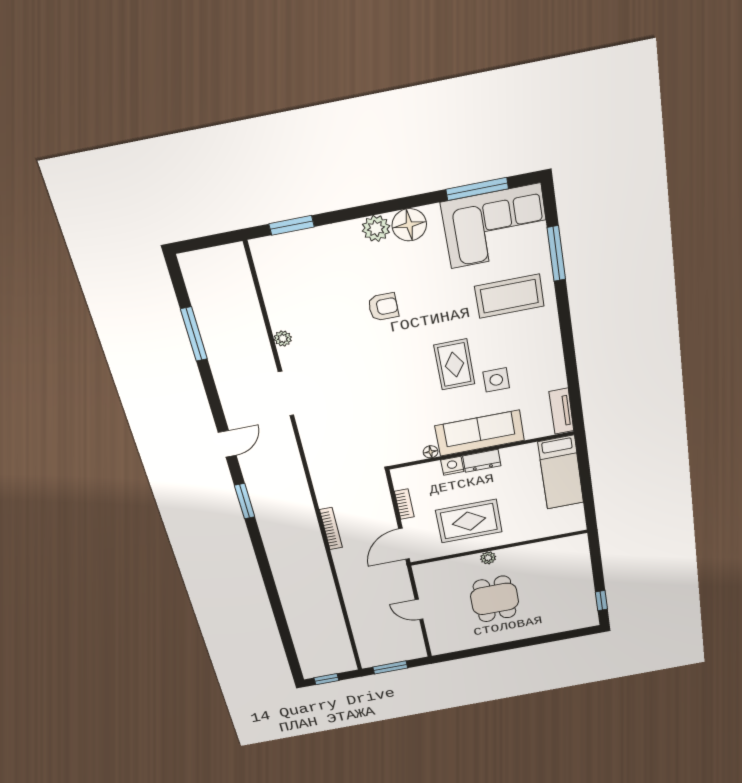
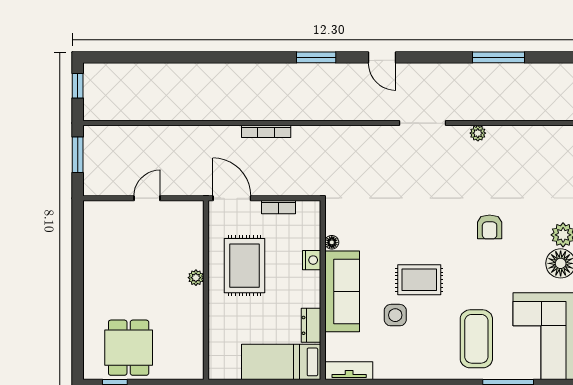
dresser: (482, 461) -> (311, 325), moved
dining table: (495, 599) -> (129, 348), moved, turned 90

